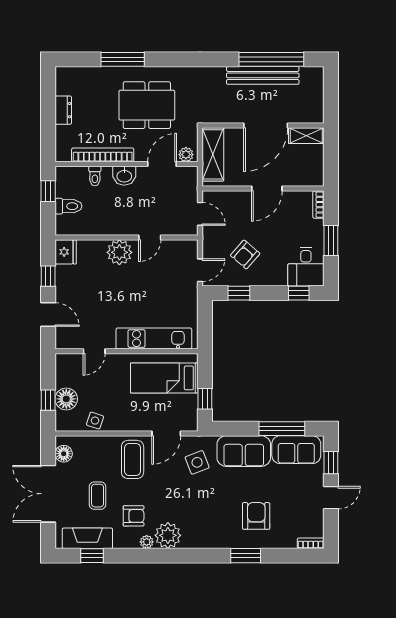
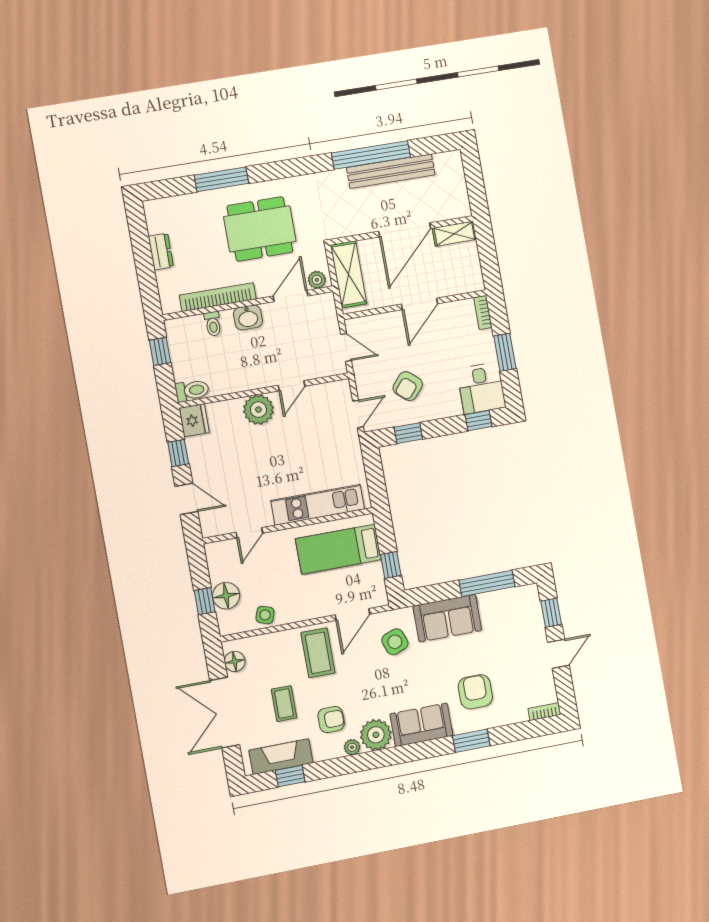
window: (271, 59) -> (371, 155), moved
toilet: (68, 206) -> (192, 391), moved
sofa: (296, 450) -> (421, 725), moved, turned 180

